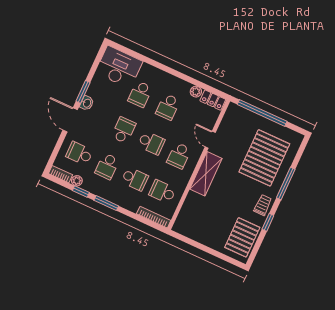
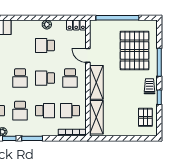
plant: (196, 92) -> (47, 25), moved
school desk: (140, 94) -> (20, 45), removed
school desk: (168, 107) -> (45, 45), turned 90
school desk: (124, 130) -> (20, 78), turned 180
school desk: (151, 143) -> (45, 78), turned 180
shelving: (188, 212) -> (96, 117), added
pallet: (242, 237) -> (145, 117), width x0.67, depth x0.71

